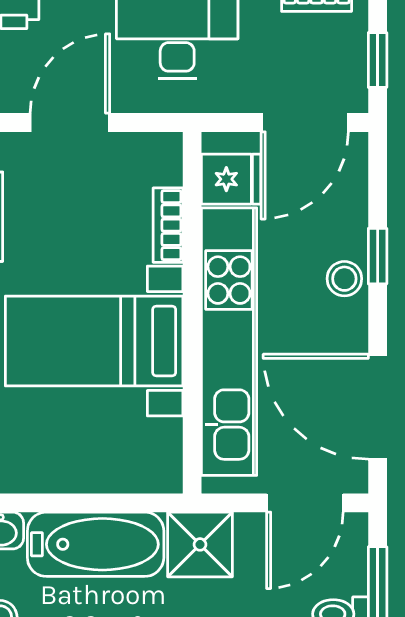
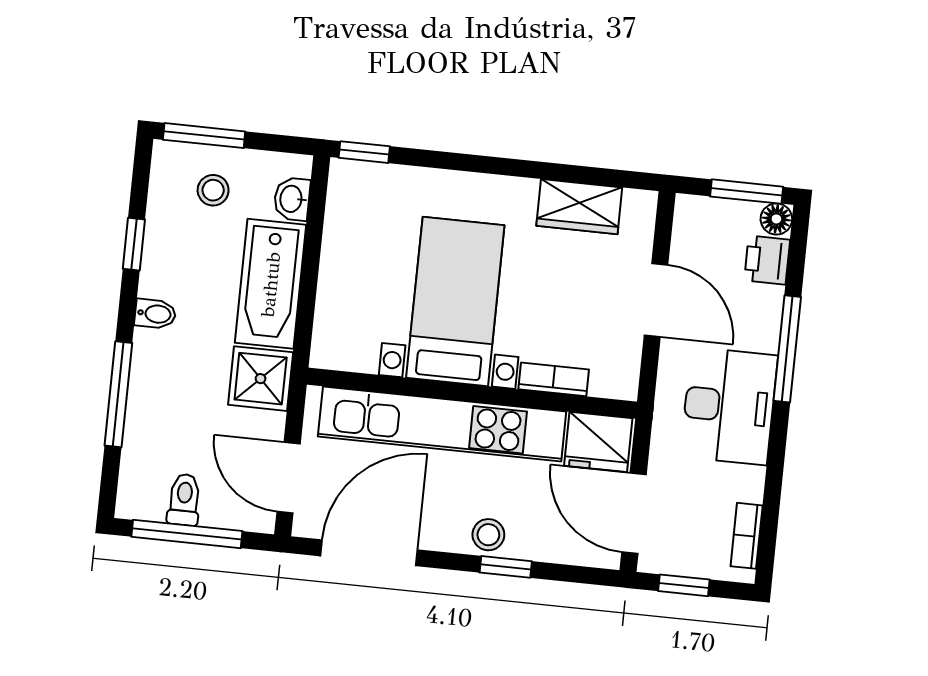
fridge: (231, 179) -> (598, 442), width x1.38

